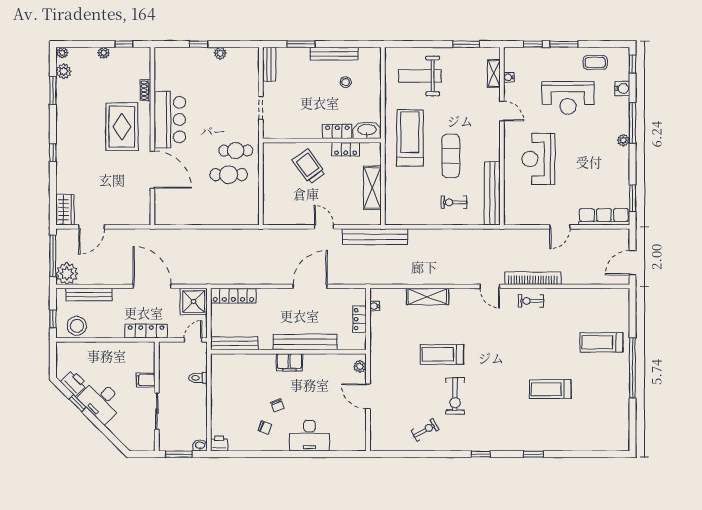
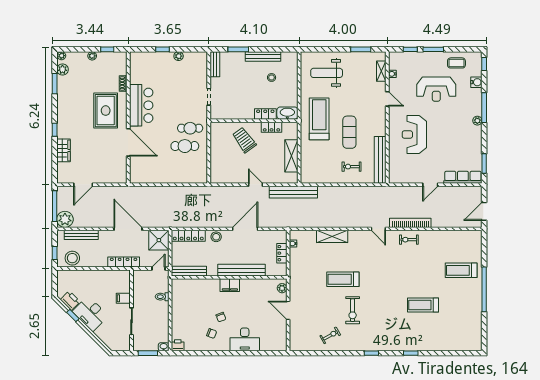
wardrobe: (65, 210) -> (63, 150), moved
stool: (271, 297) -> (216, 237), added

